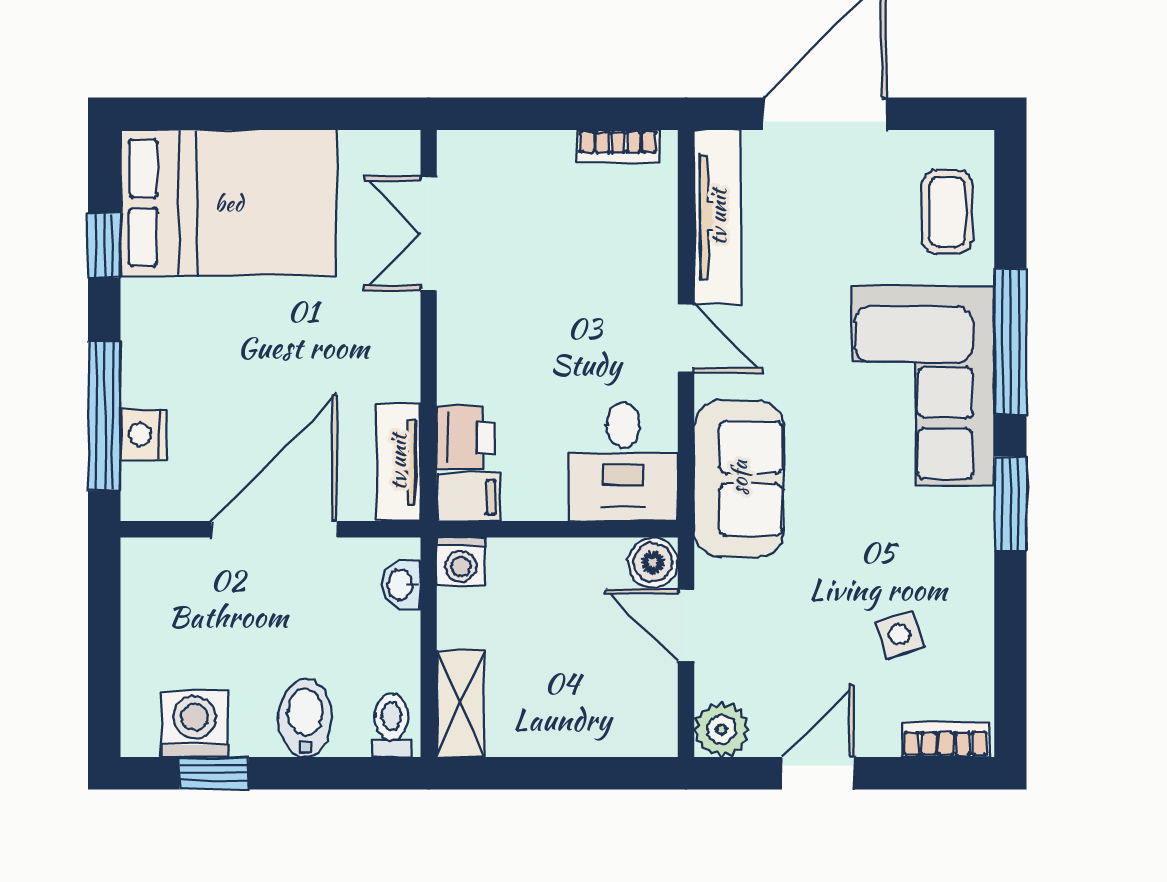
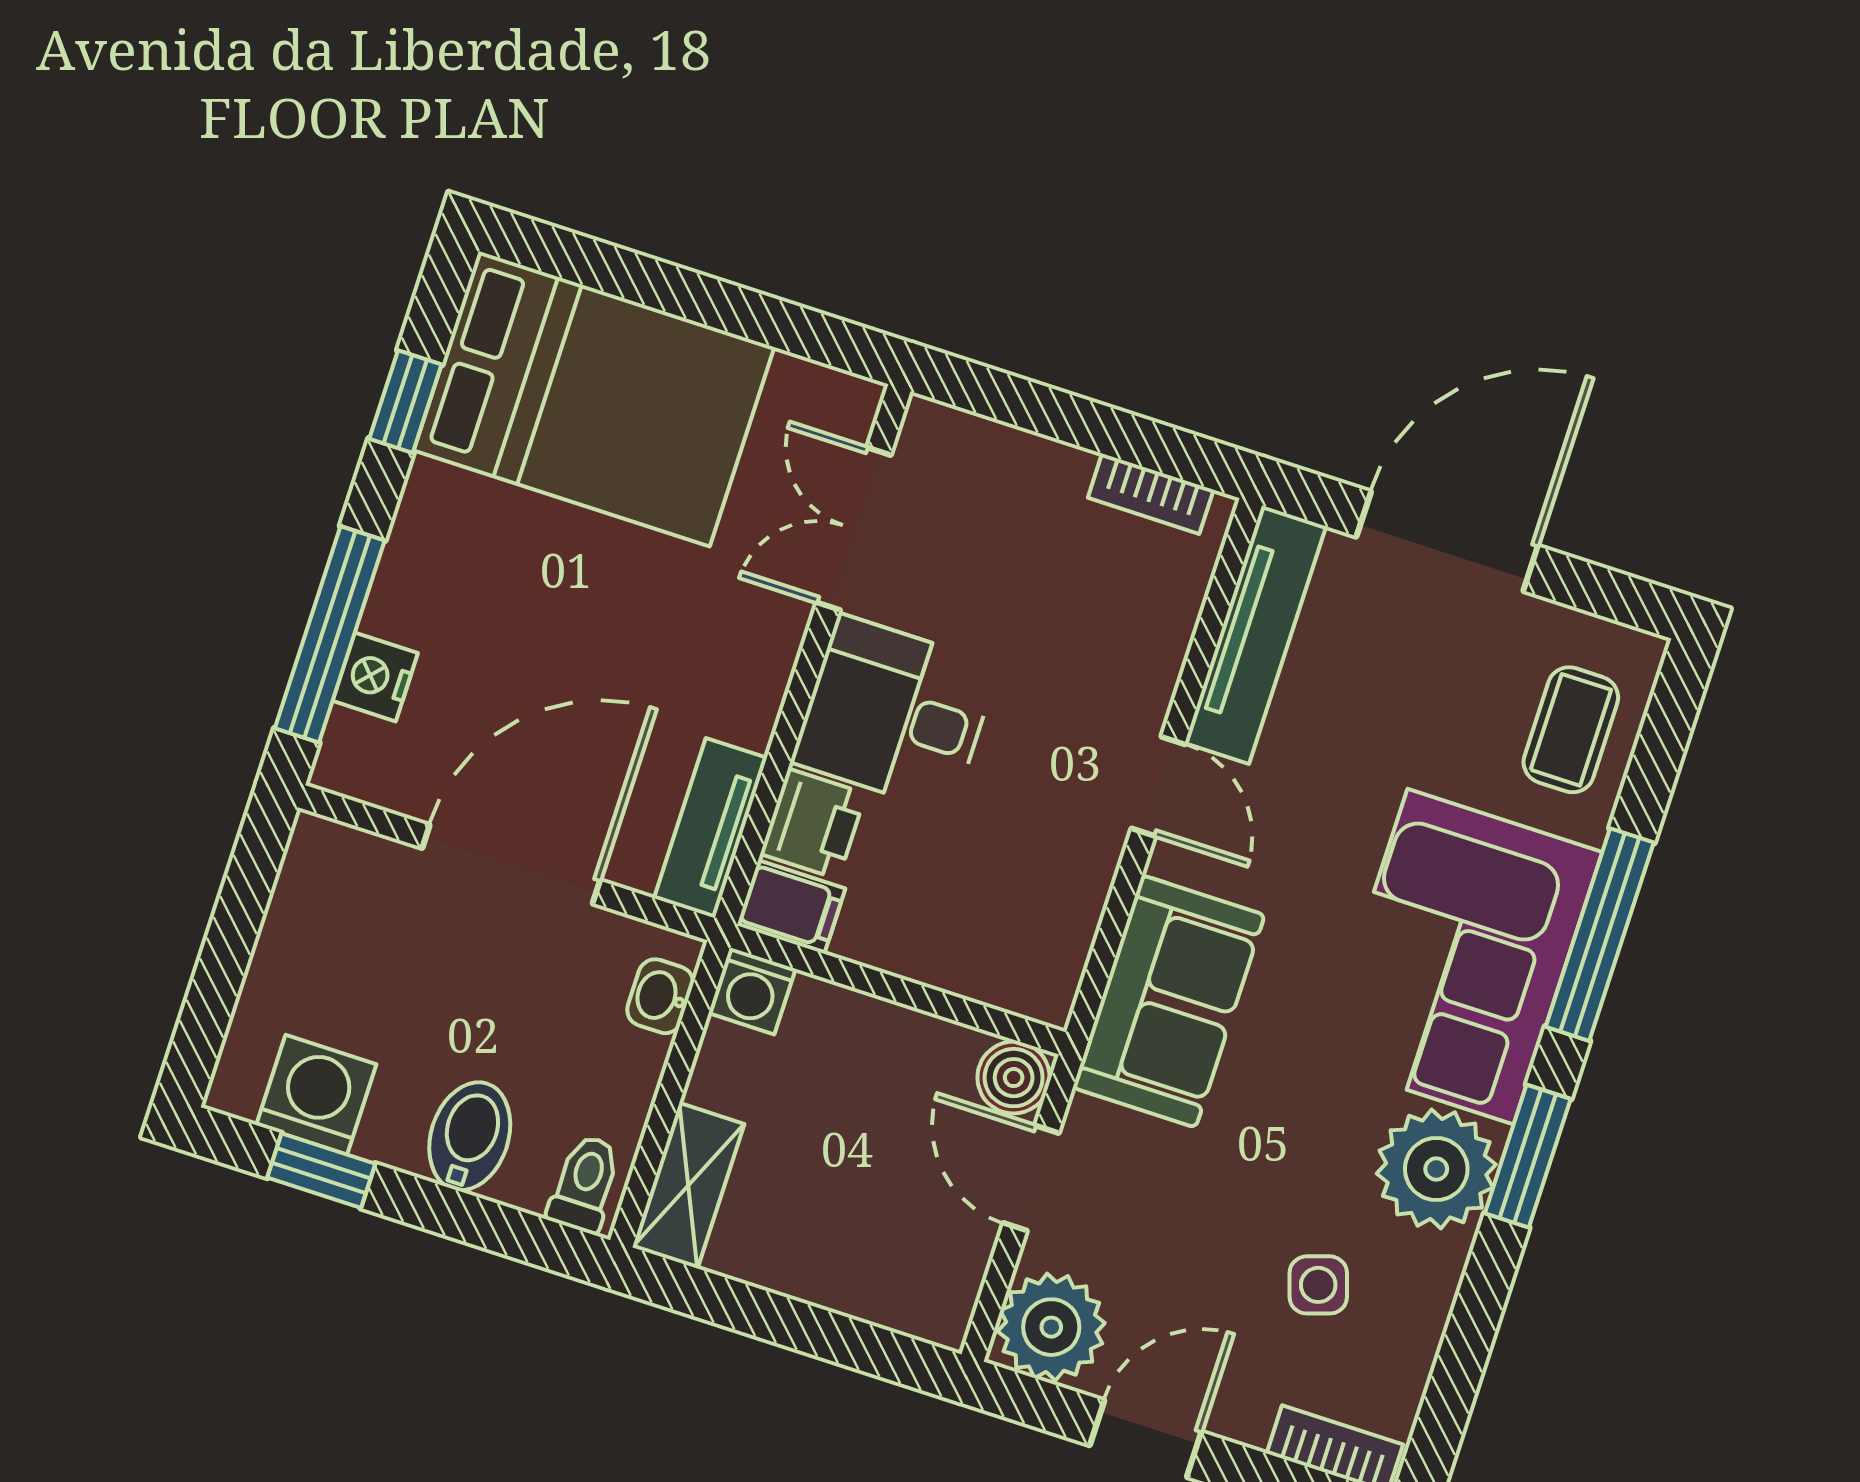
desk: (623, 462) -> (895, 714), moved, turned 90
plant: (953, 532) -> (1436, 1169), added
plant: (721, 730) -> (1051, 1327), width x1.36, depth x1.36

